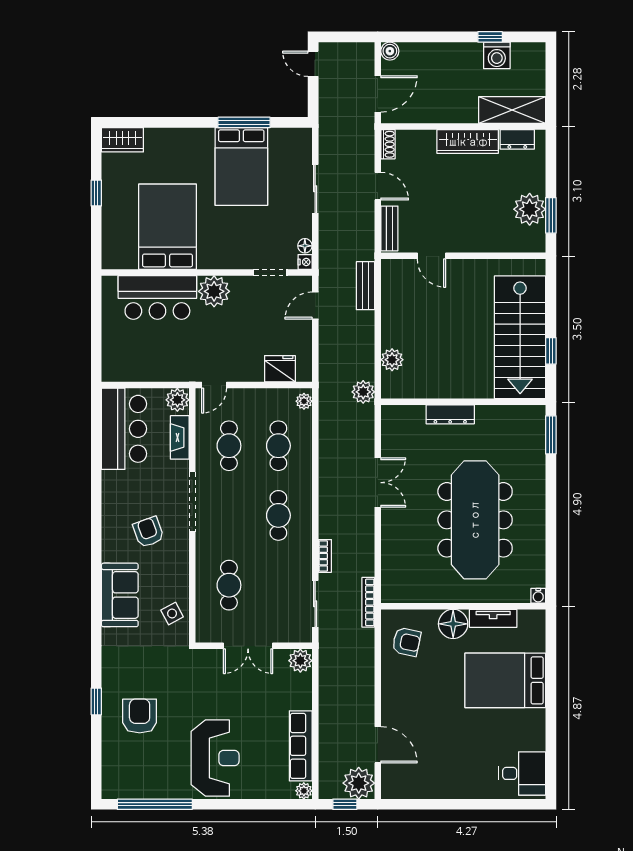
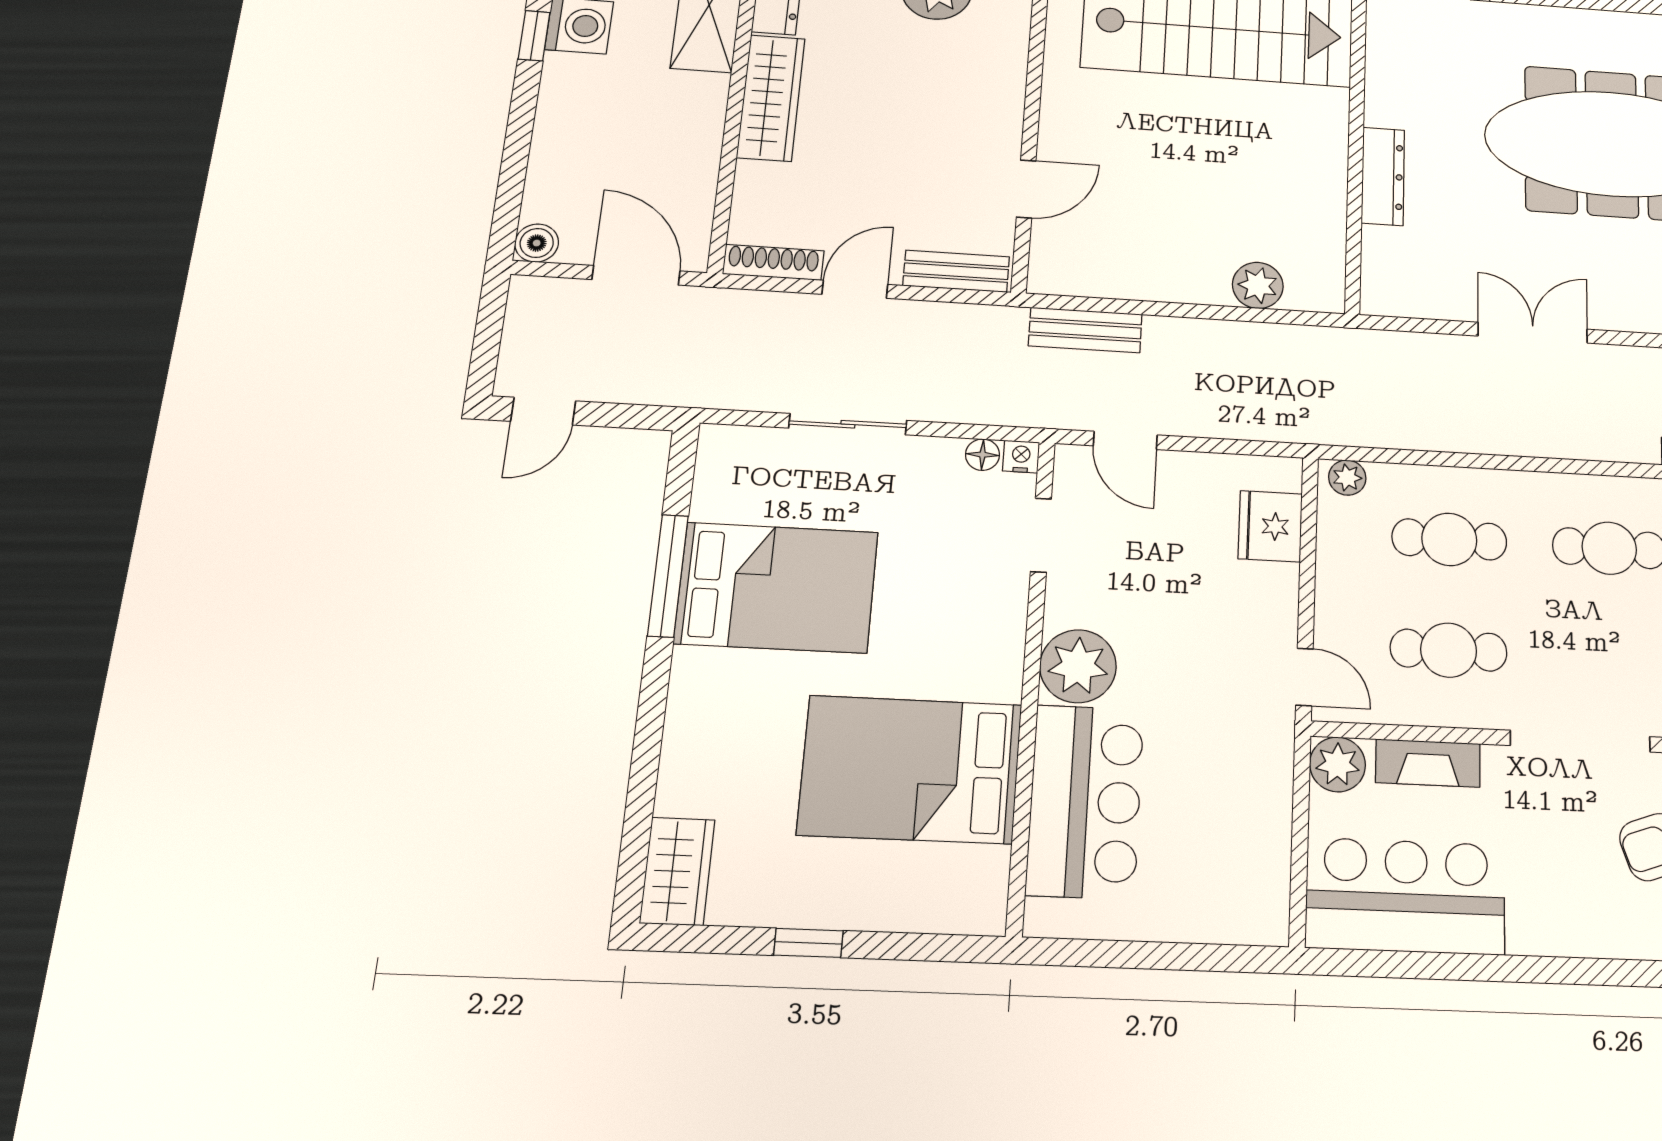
shoe rack: (388, 144) -> (773, 262), width x1.43
plant: (363, 392) -> (1329, 350), removed

